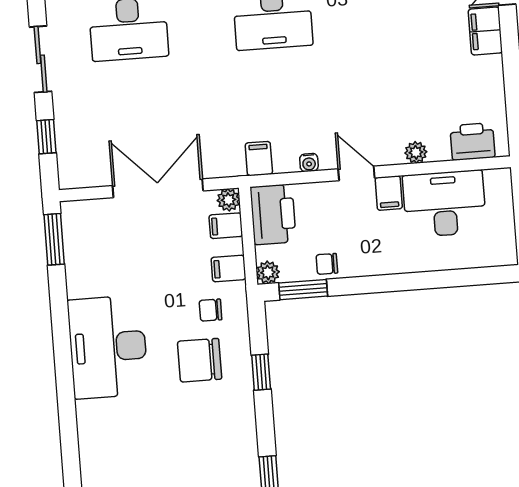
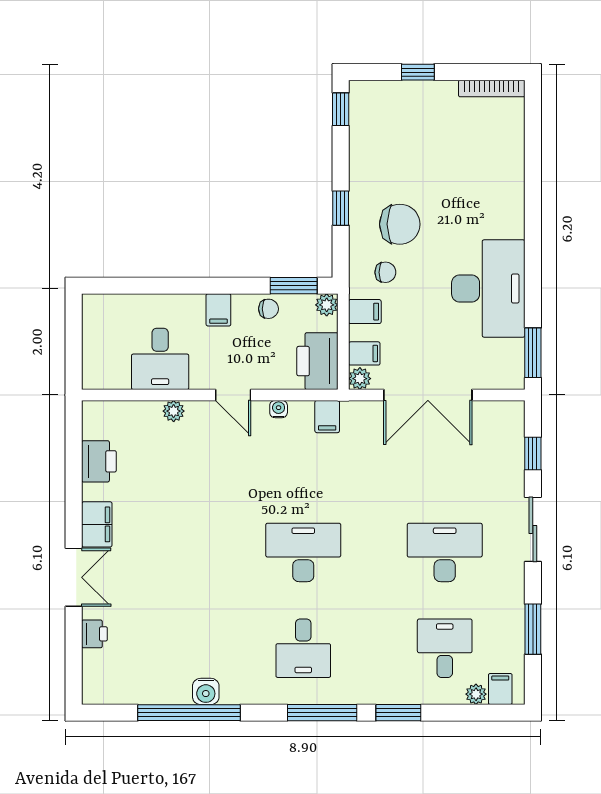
printer: (473, 141) -> (99, 461), moved, turned -90
filing cabinet: (389, 193) -> (218, 310), moved, turned 180
desk: (444, 204) -> (160, 359), width x0.73
desk: (108, 347) -> (488, 288), moved

